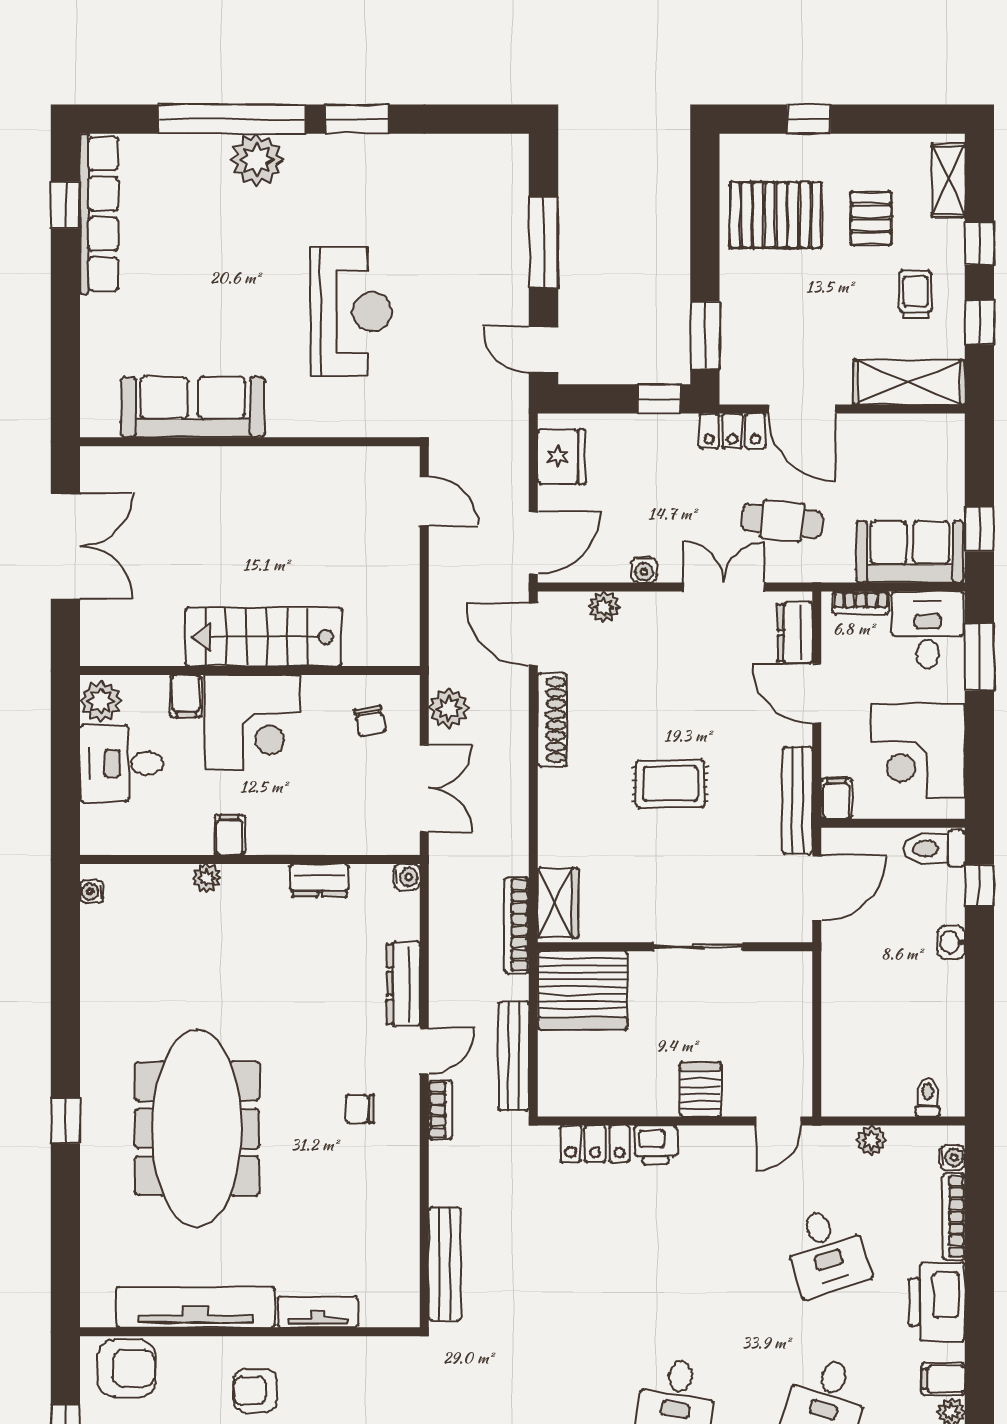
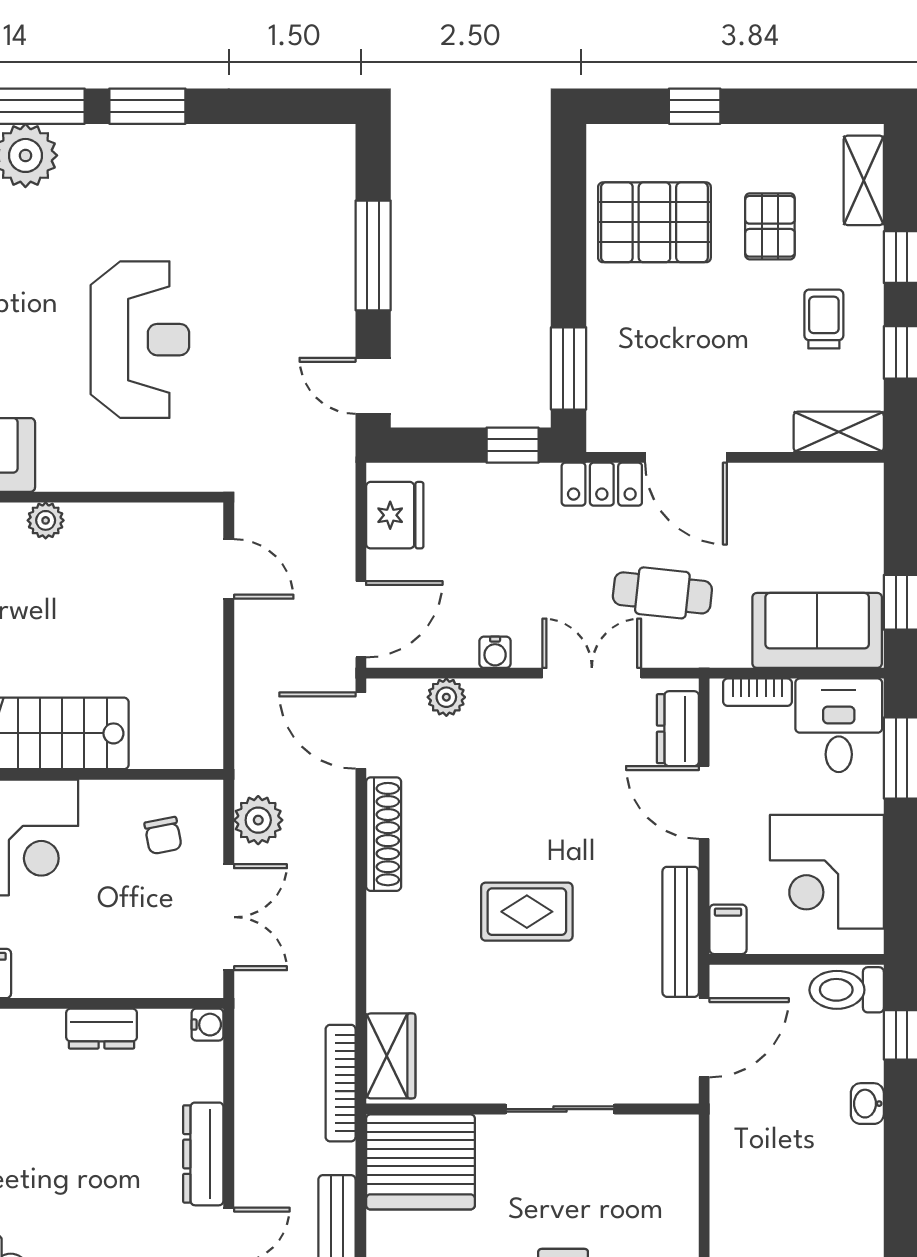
shelving: (909, 382) -> (839, 432), width x0.67, depth x0.75
plant: (273, 461) -> (46, 520), added

